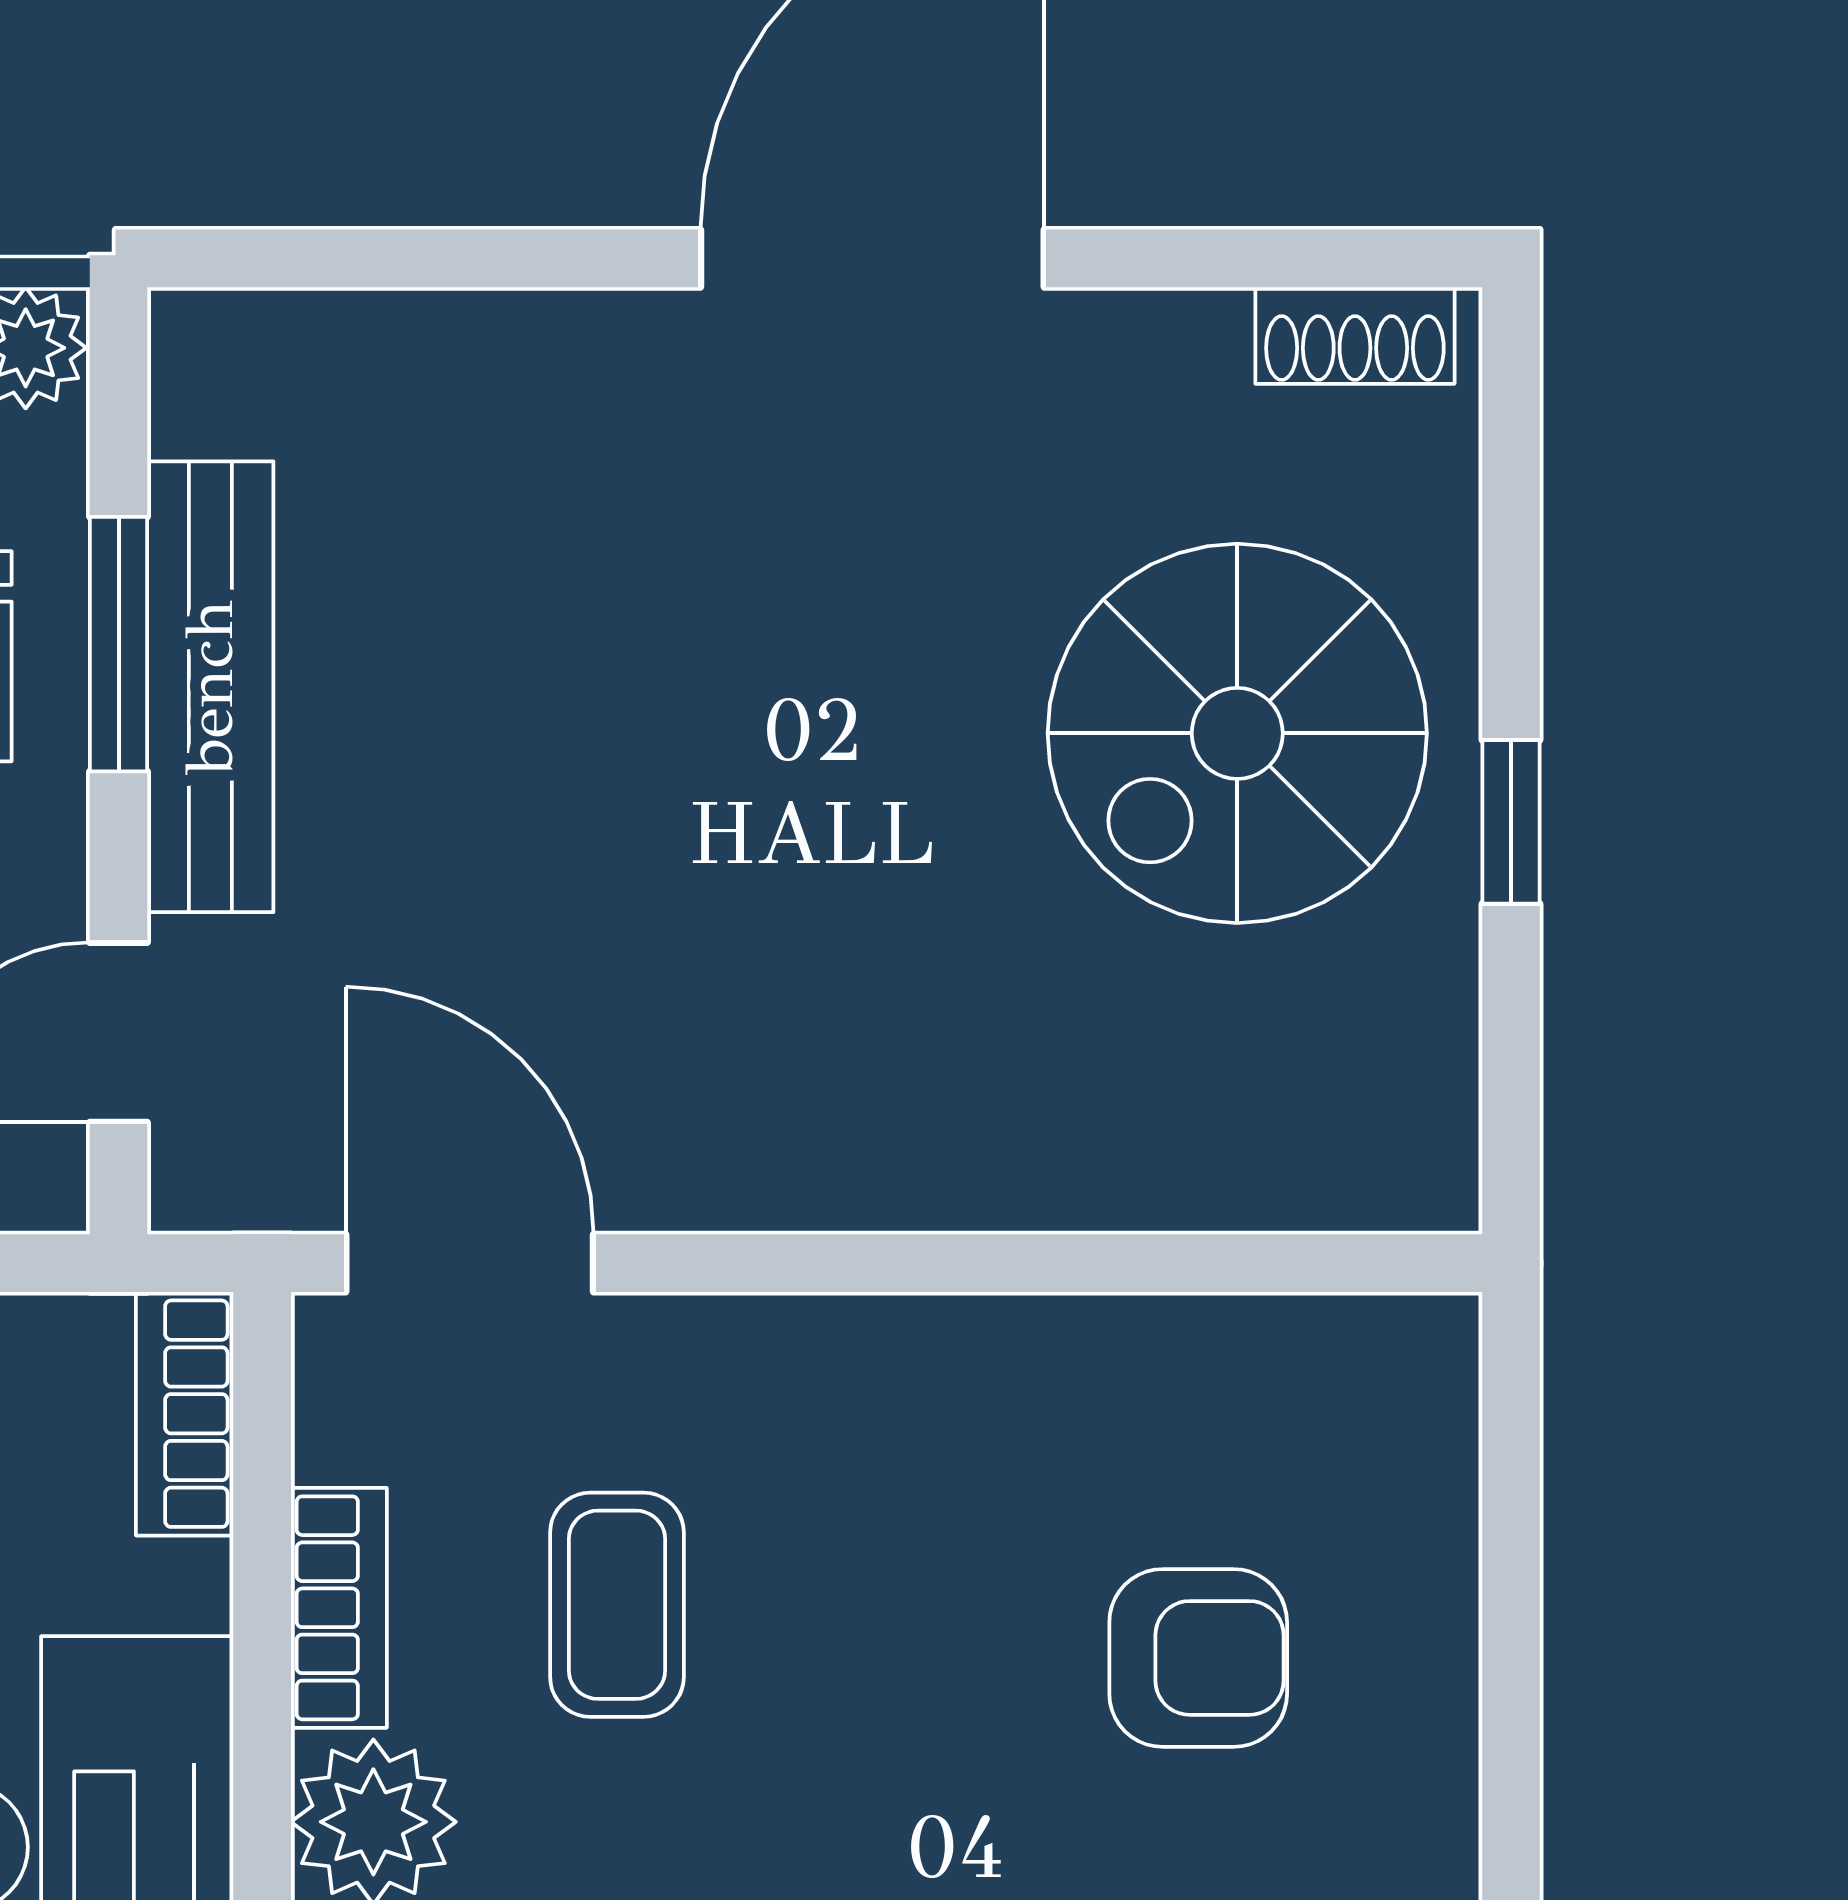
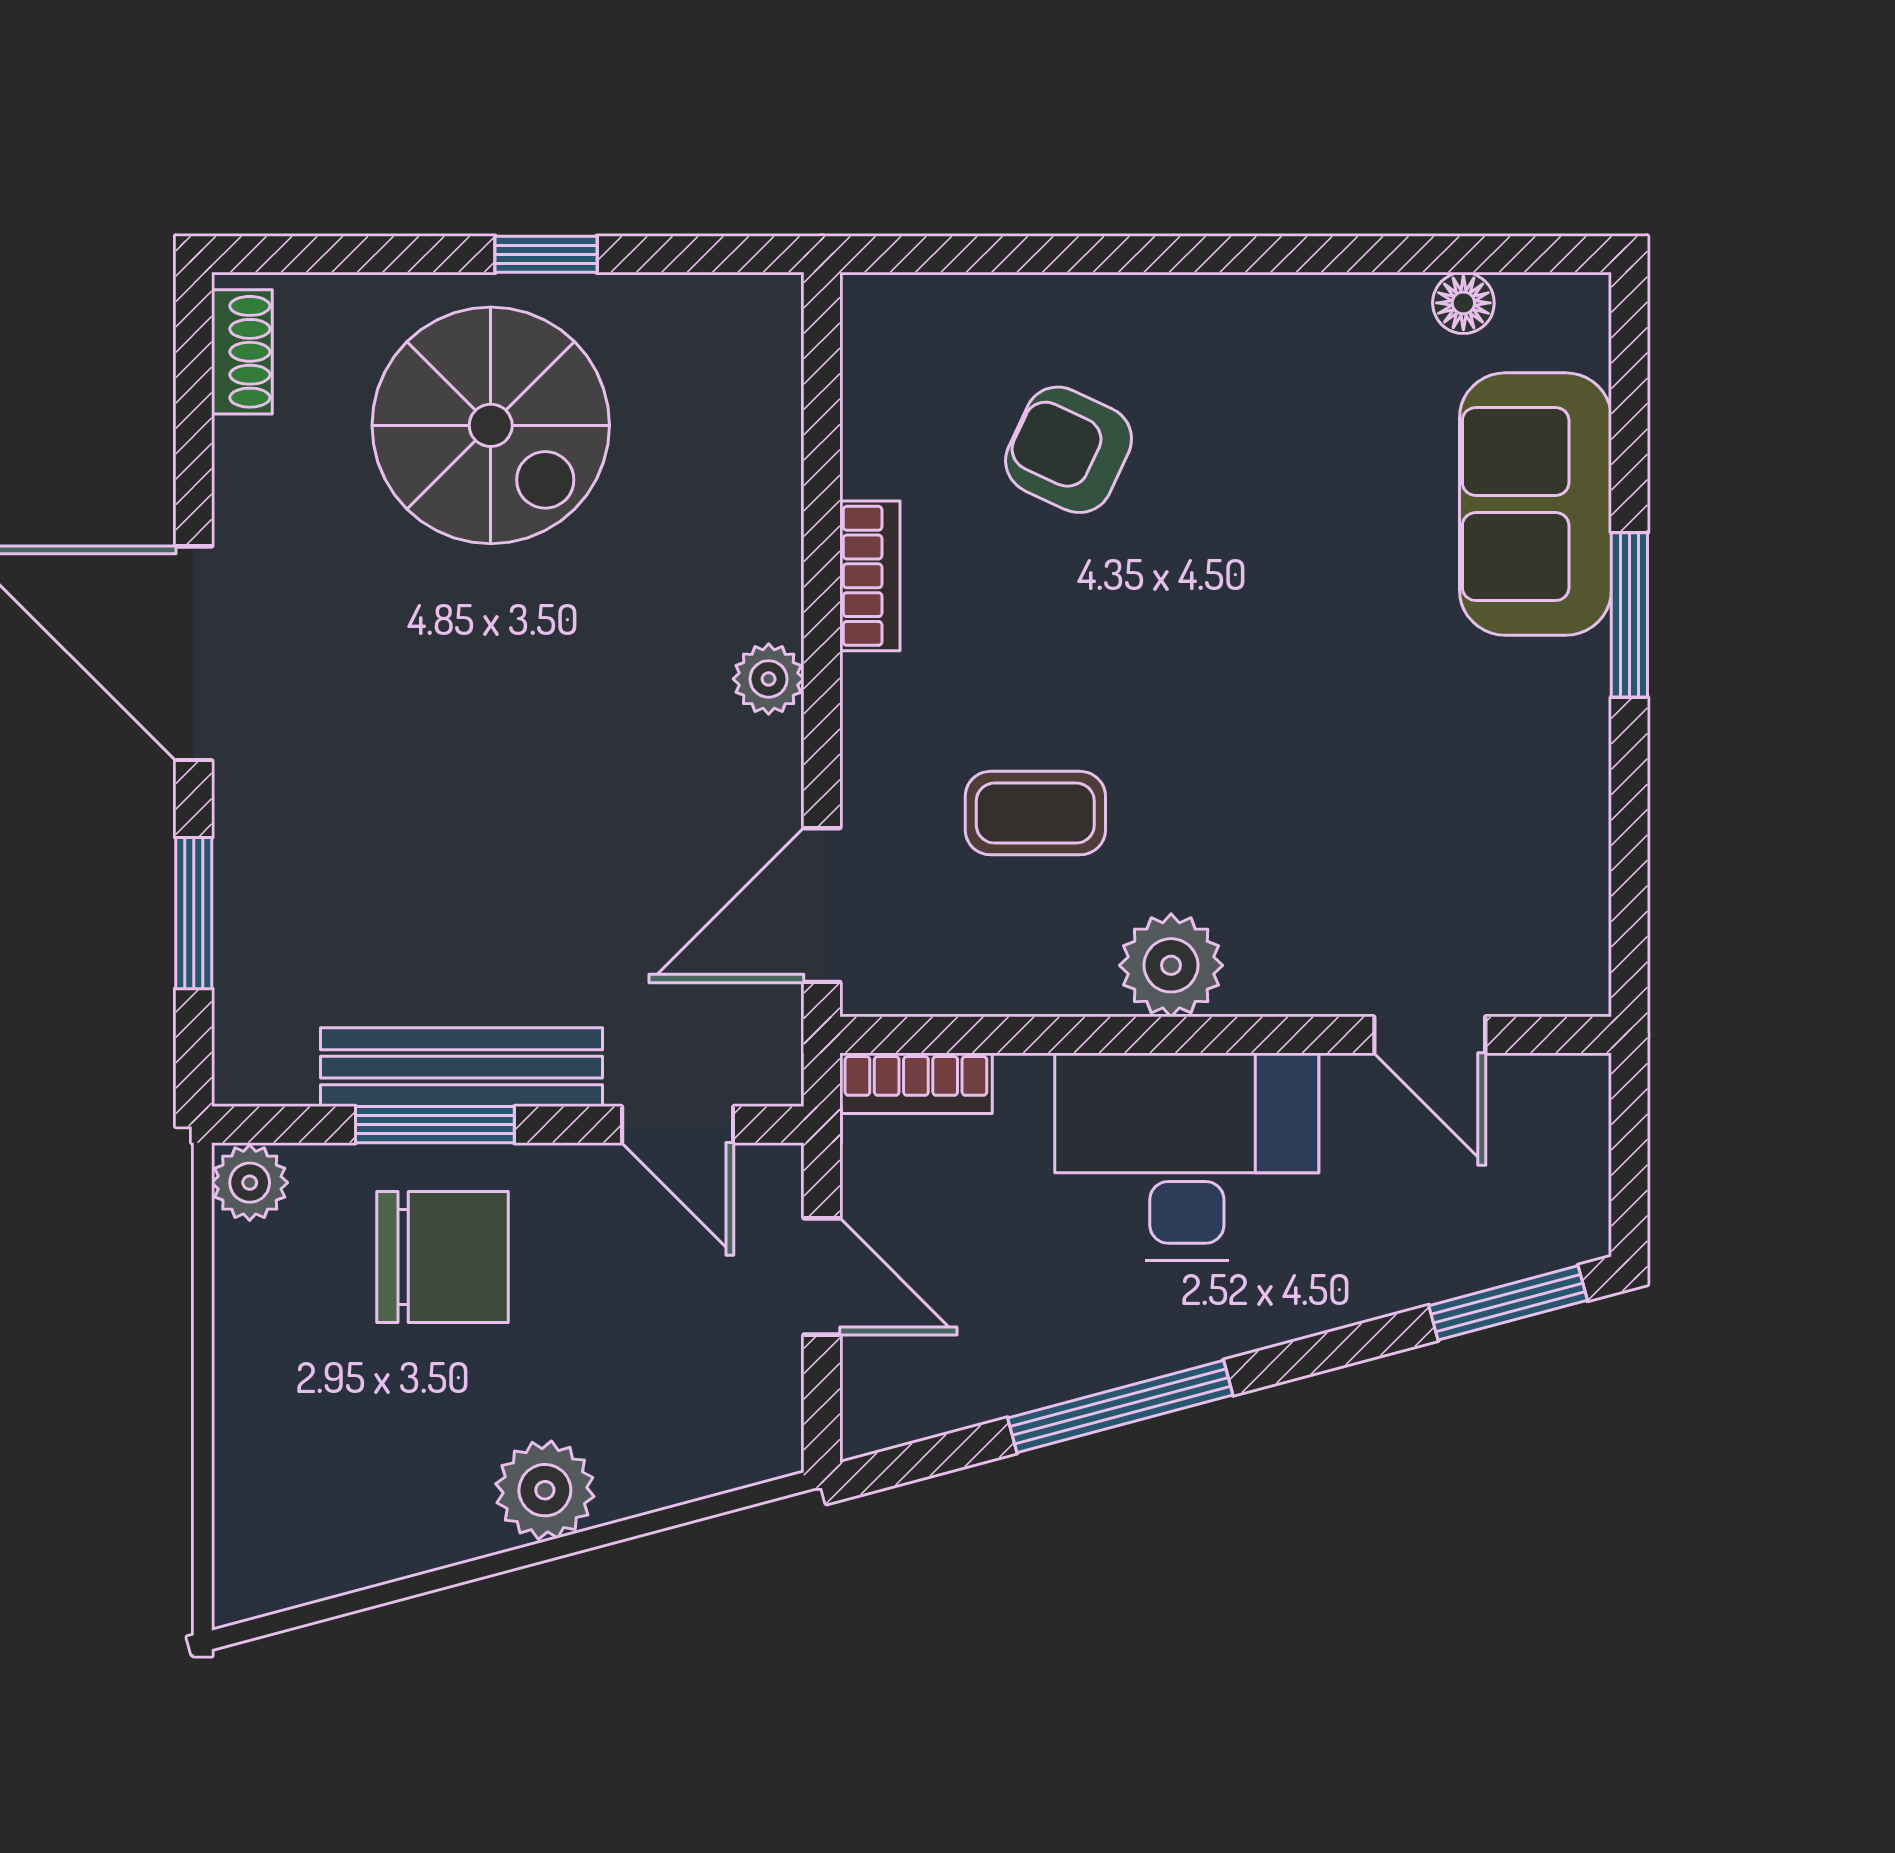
window: (457, 258) -> (194, 913), added
plant: (831, 1178) -> (769, 679), added
bookcase: (339, 1608) -> (870, 576), moved, turned 90
armchair: (1198, 1658) -> (1069, 450), turned -65

